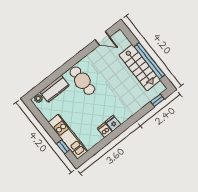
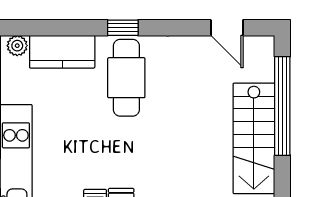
window: (149, 61) -> (282, 106), moved
window: (68, 65) -> (123, 28), added

